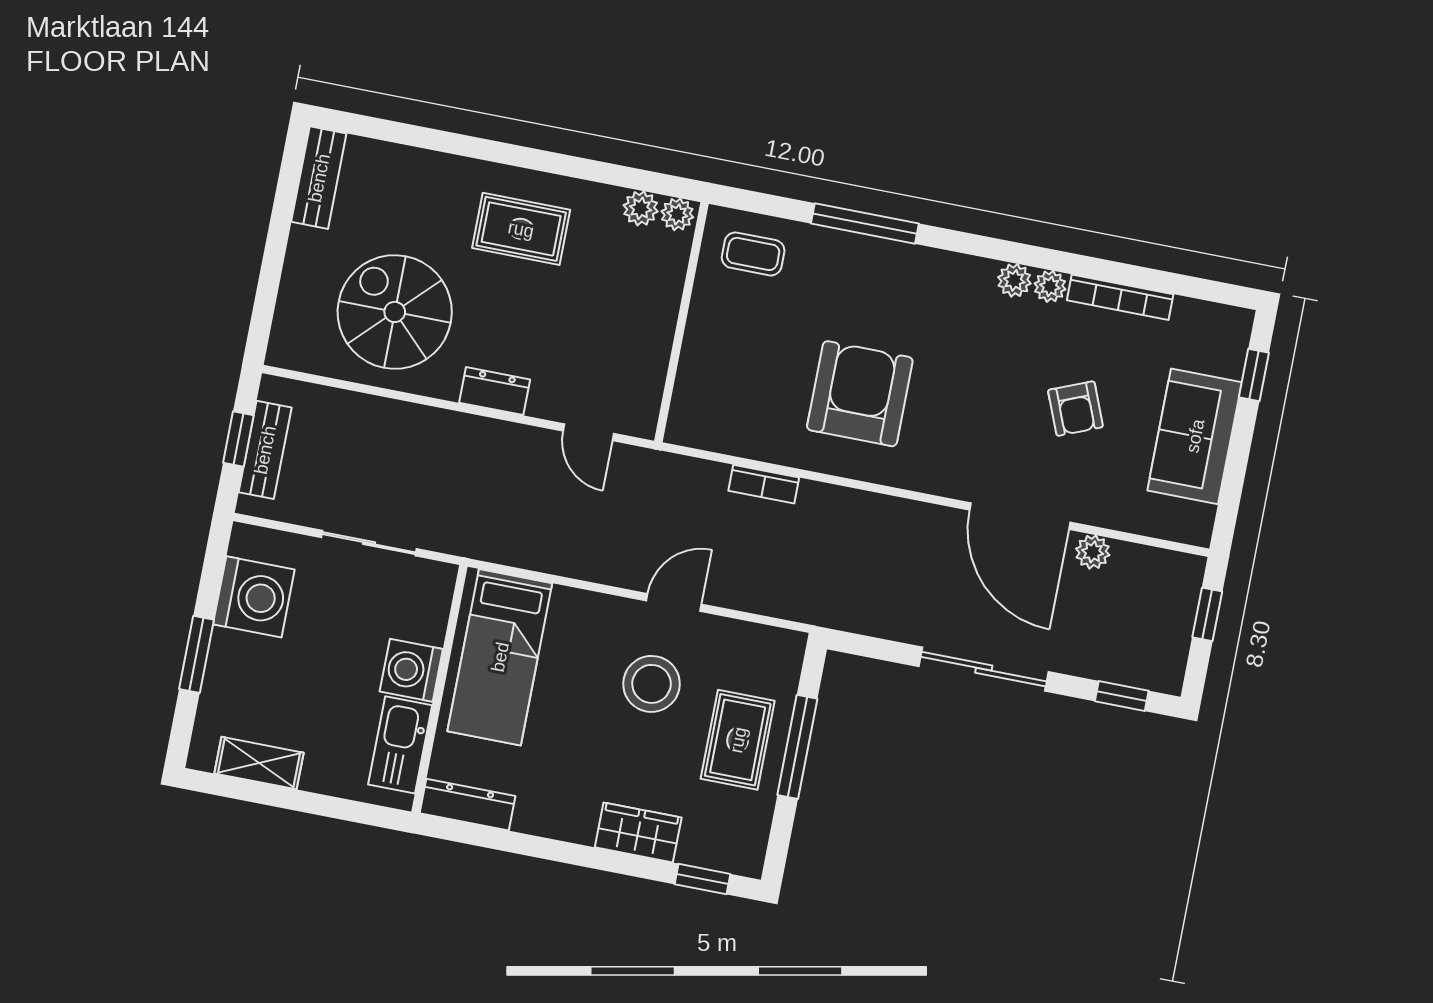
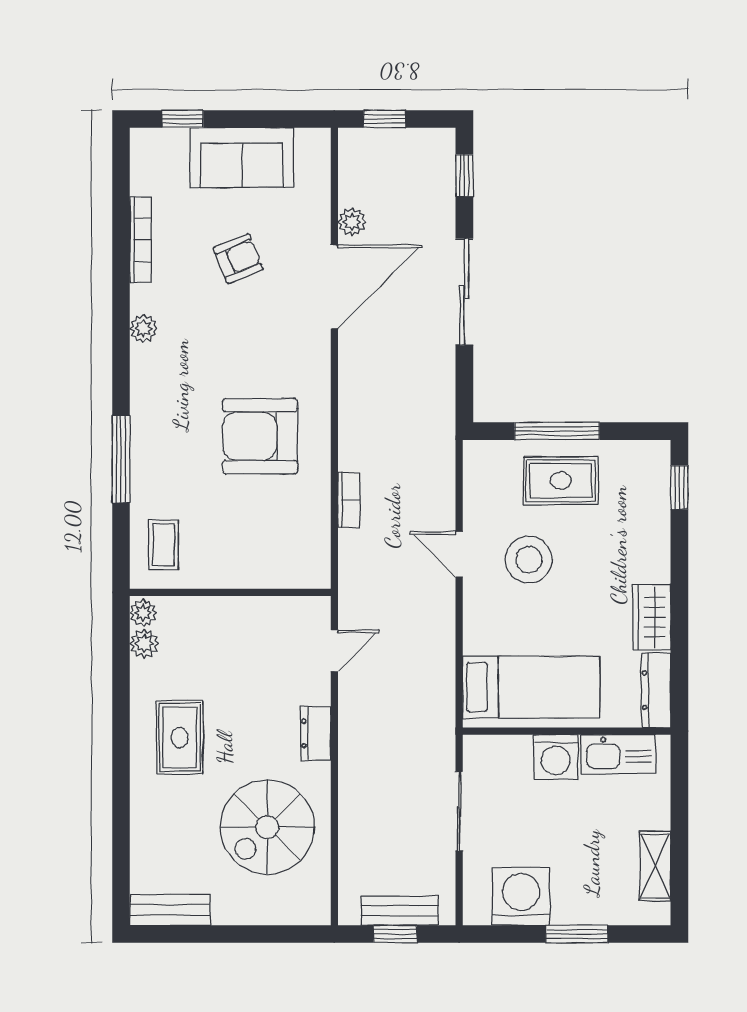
plant: (1050, 286) -> (143, 299), removed
wardrobe: (638, 832) -> (652, 617), moved

